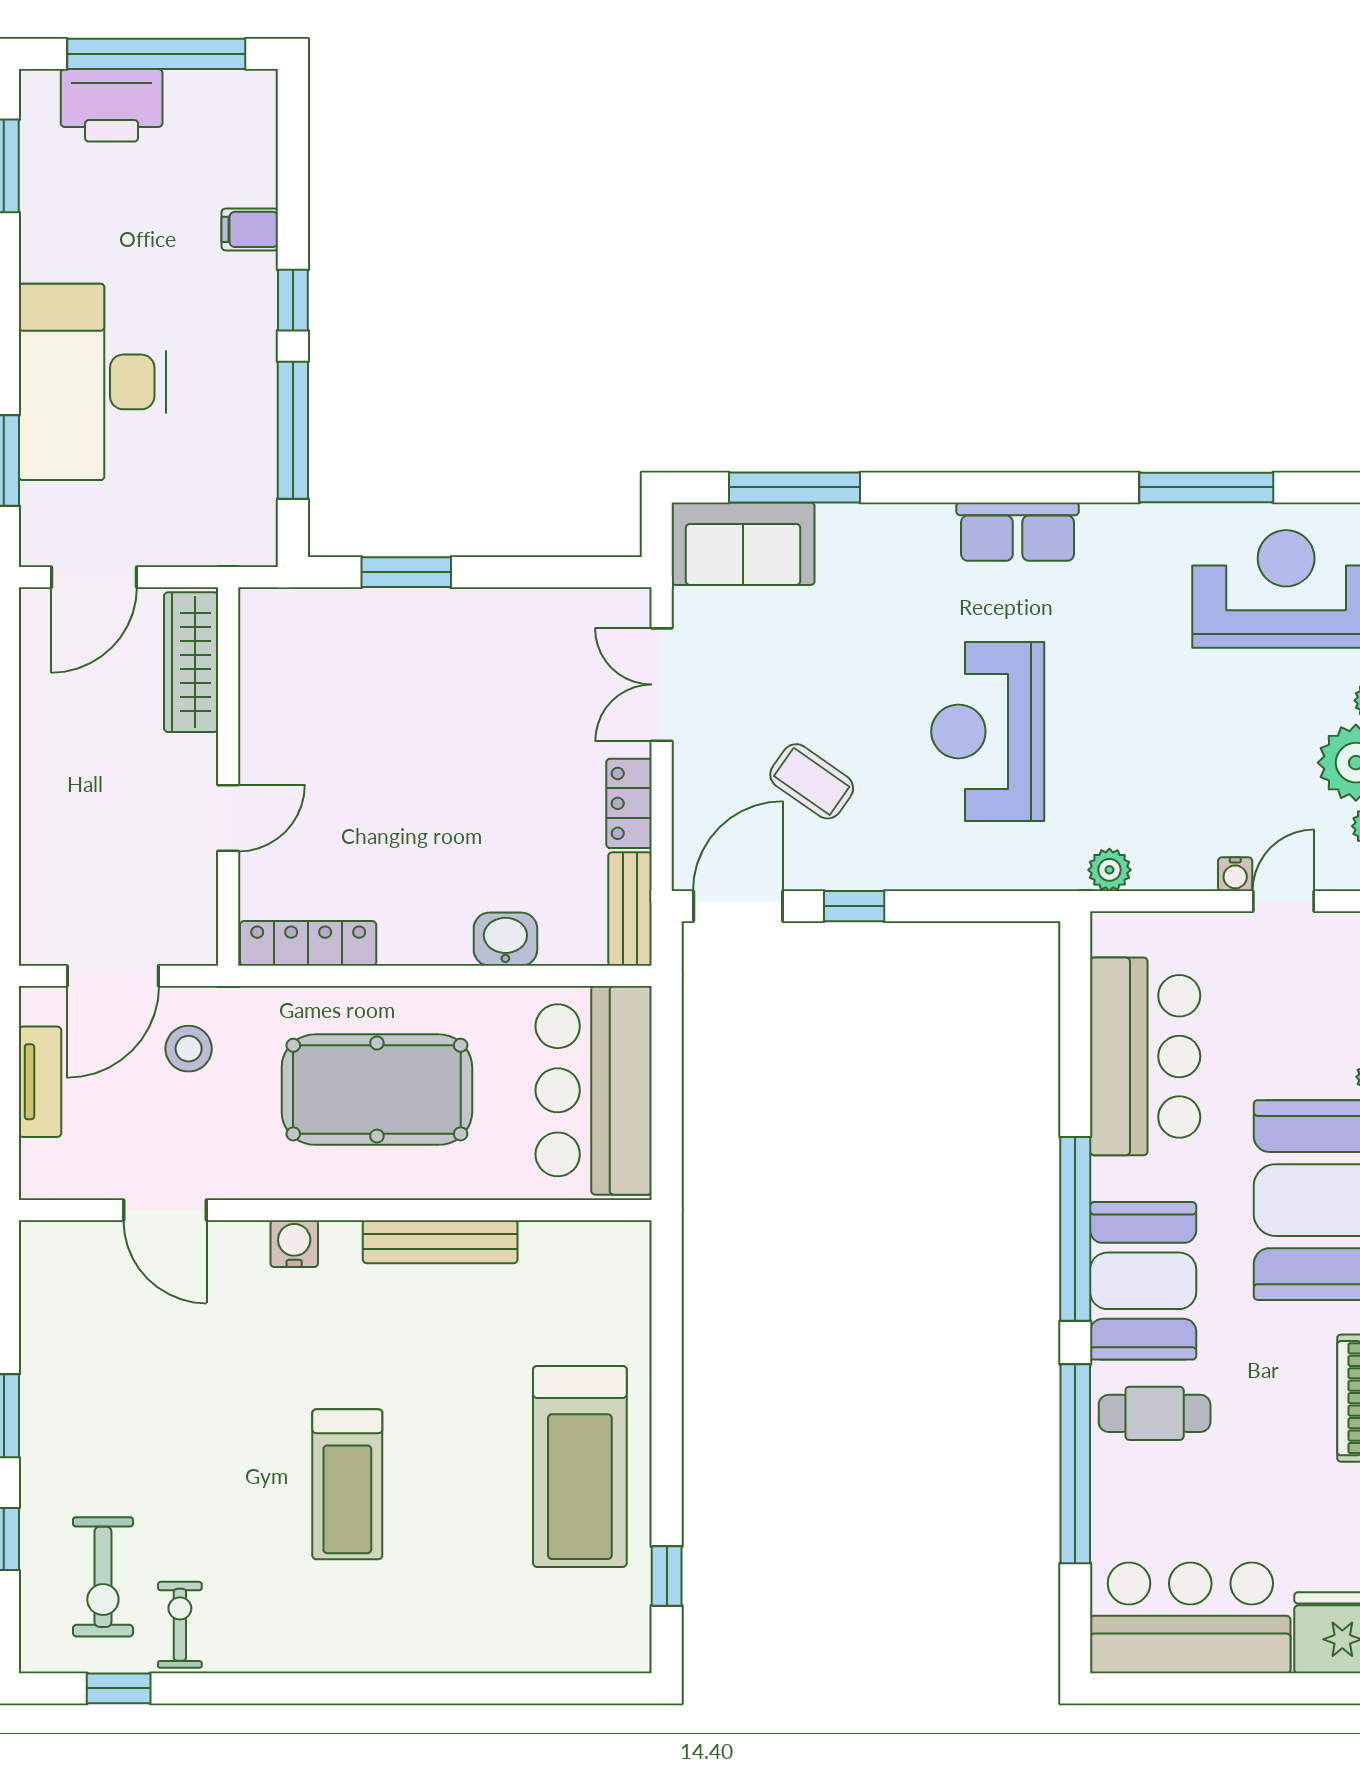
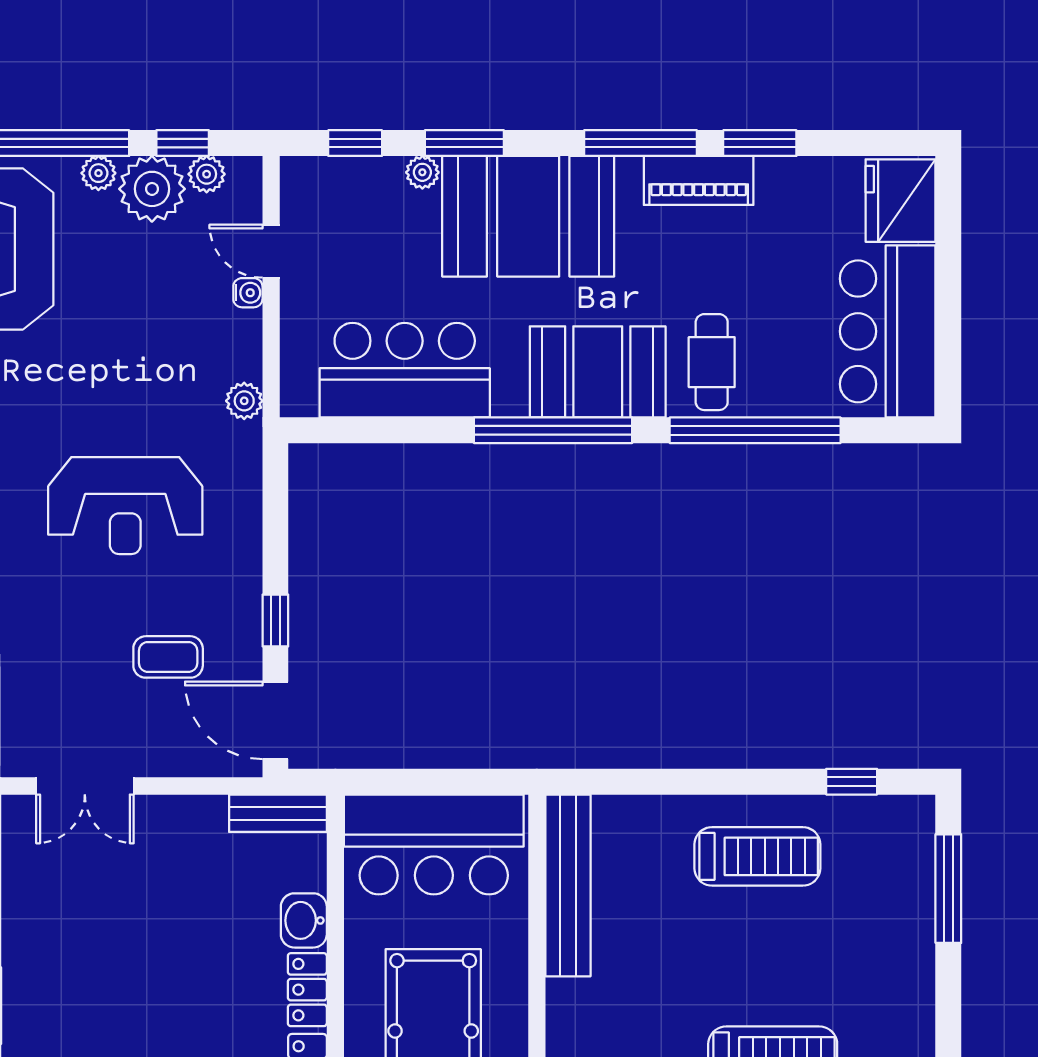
coffee table: (812, 781) -> (168, 657), turned 55
locker: (629, 803) -> (307, 990), moved, turned 90
bench: (440, 1242) -> (568, 885), moved, width x1.37, depth x1.21
treadmill: (580, 1466) -> (757, 856), width x0.73, depth x0.73
window: (542, 1688) -> (948, 889), added

